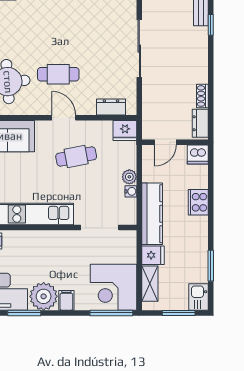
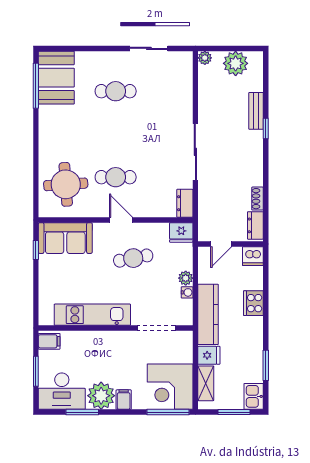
dresser: (111, 107) -> (185, 203), moved, turned -90

